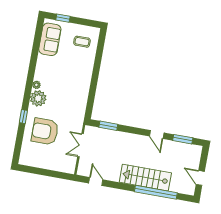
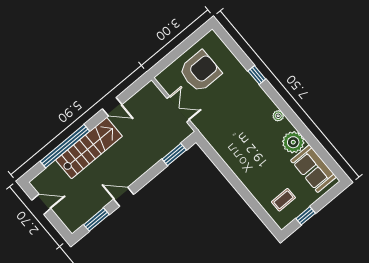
window: (63, 18) -> (306, 216), moved
plant: (38, 98) -> (293, 142), moved
armchair: (45, 131) -> (200, 71), moved
door: (96, 181) -> (112, 107), moved

